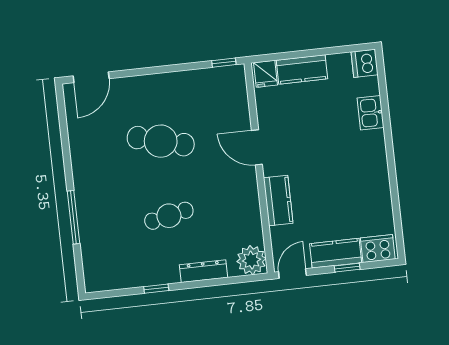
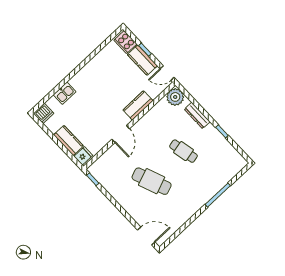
cafe table: (161, 141) -> (152, 181), turned -36

